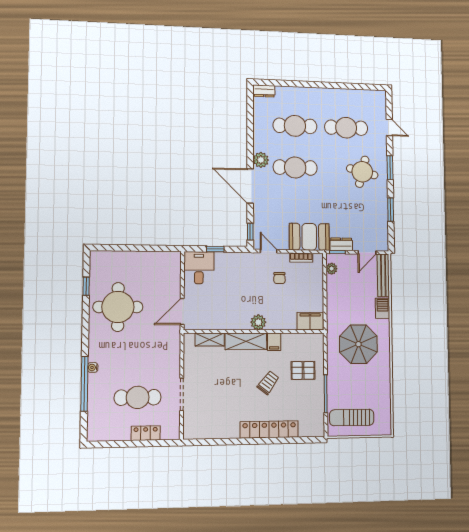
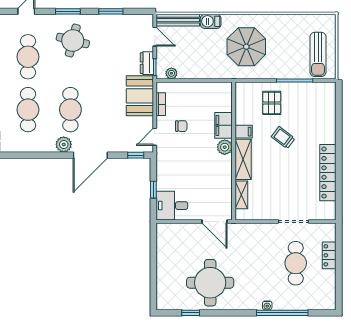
filing cabinet: (310, 321) -> (224, 125), moved
locker: (269, 429) -> (328, 173), moved

